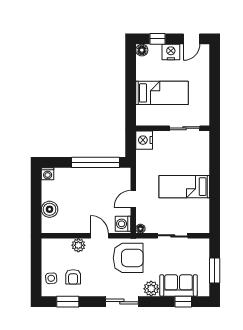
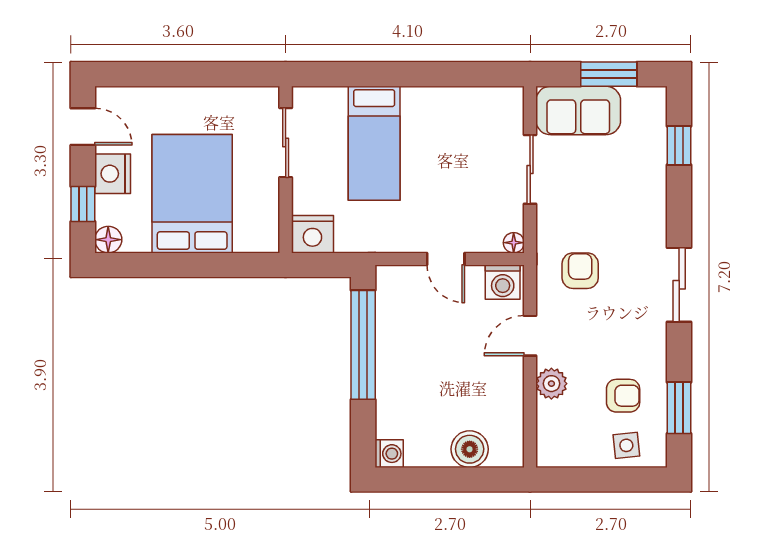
bed: (162, 93) -> (192, 194), width x1.50
bed: (184, 187) -> (374, 143), moved
armchair: (128, 258) -> (580, 271), width x0.53, depth x0.53
sofa: (179, 285) -> (578, 110), moved, turned -90
plant: (151, 289) -> (650, 218), removed

